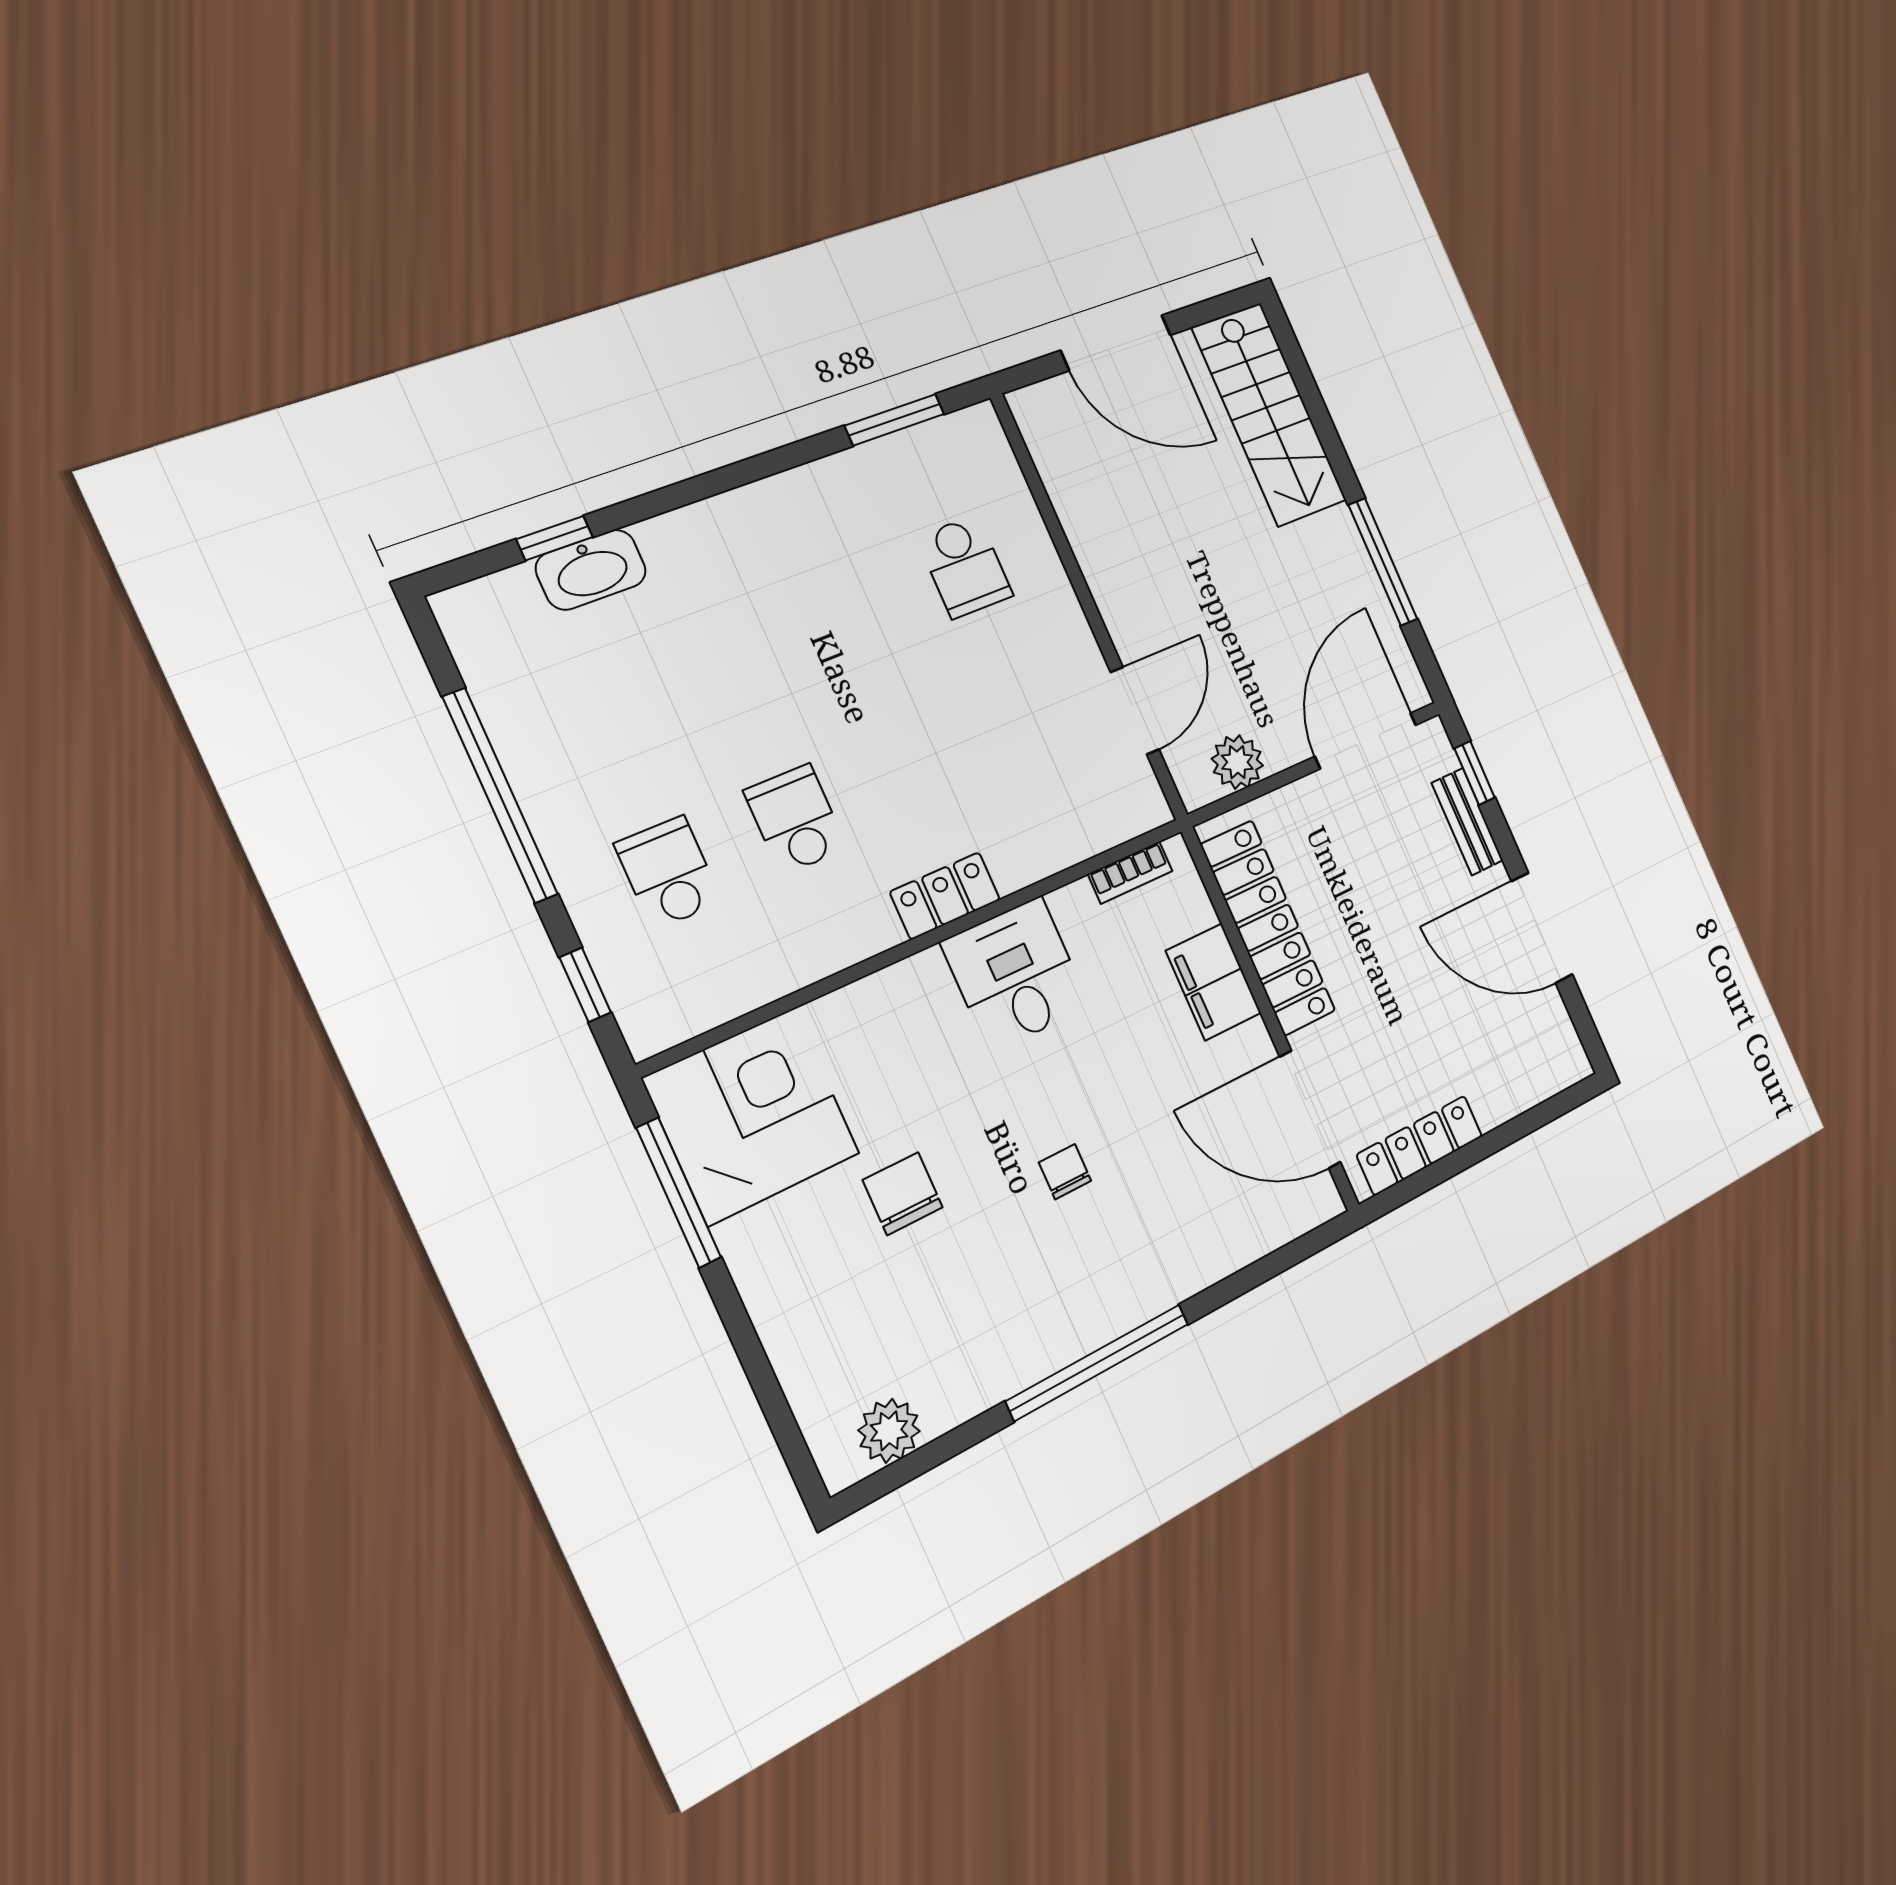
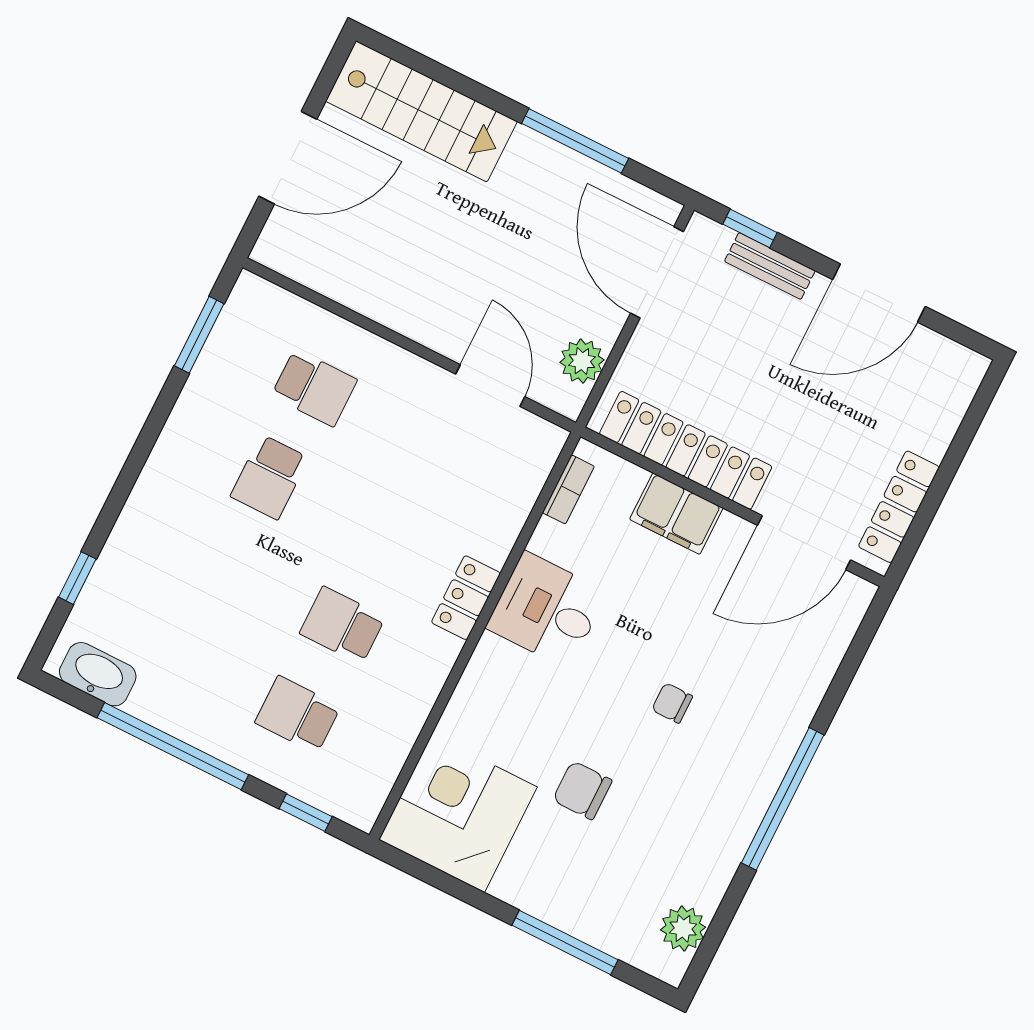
washbasin: (591, 570) -> (98, 674), moved, turned -90
school desk: (847, 612) -> (269, 477), added
window: (679, 1193) -> (565, 942), moved

